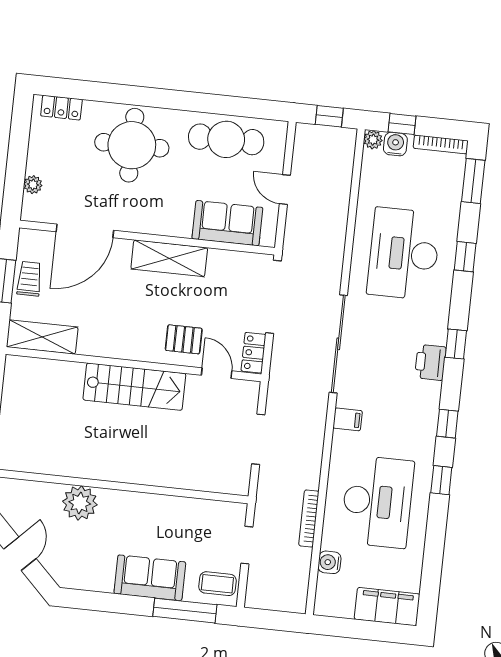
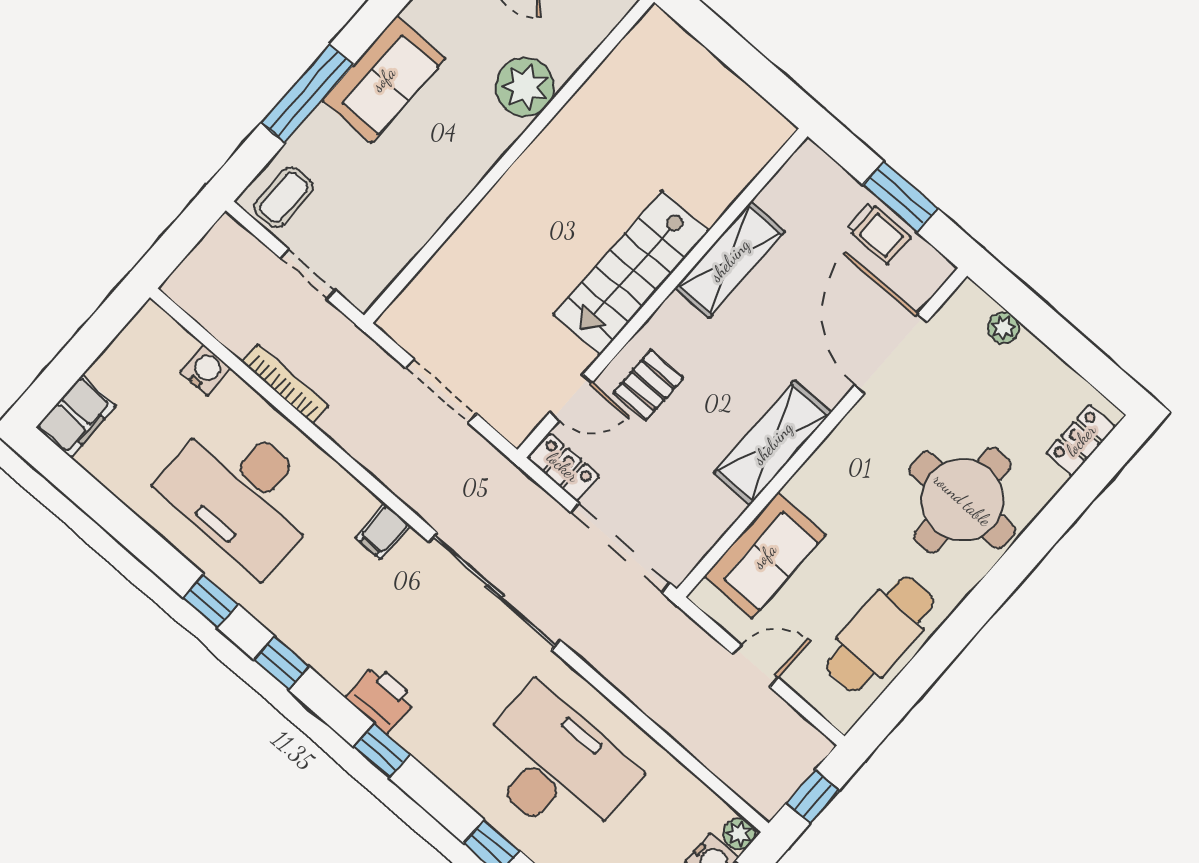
shelving: (42, 337) -> (730, 260), moved
sofa: (150, 578) -> (384, 79), moved
filing cabinet: (387, 607) -> (76, 417), width x0.67, depth x0.86
window: (185, 611) -> (307, 94), moved

